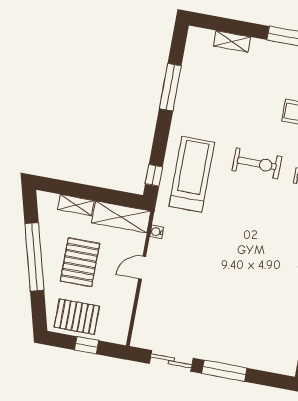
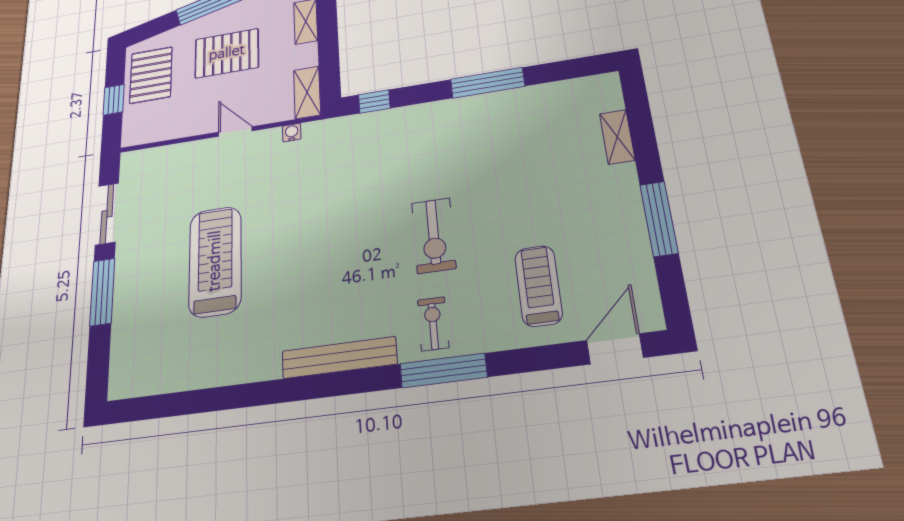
window: (170, 87) -> (488, 83), moved
treadmill: (192, 174) -> (215, 261), moved, turned -90
shelving: (121, 217) -> (307, 92), width x0.67, depth x0.75

